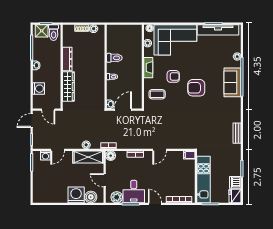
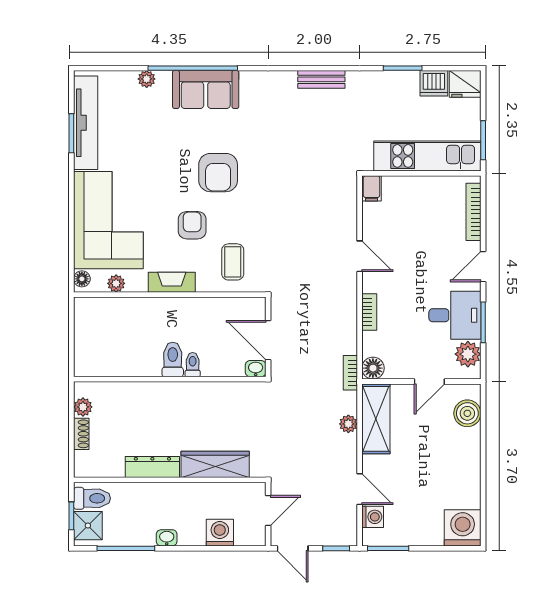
toilet: (114, 58) -> (173, 359), moved
washing machine: (76, 195) -> (463, 528), moved, turned 90

